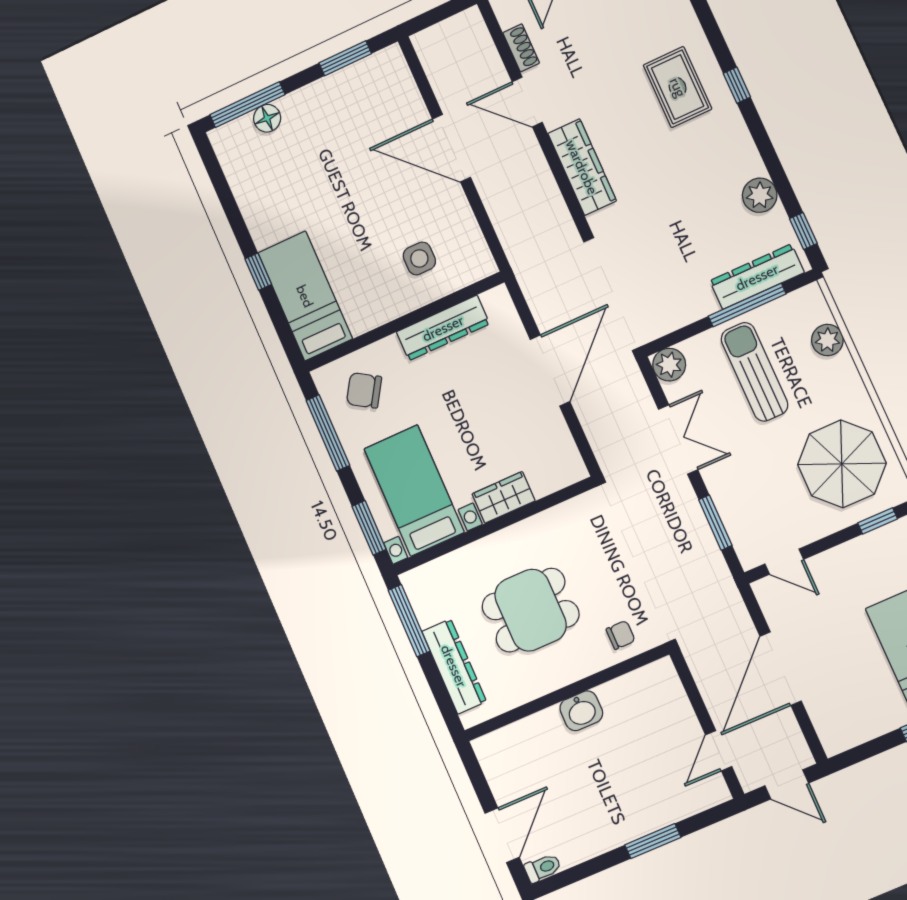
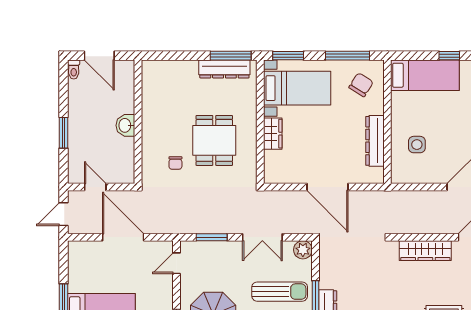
dining table: (531, 610) -> (214, 140), moved
dresser: (454, 666) -> (224, 69), moved
wall: (566, 693) -> (138, 122), moved
washbasin: (581, 711) -> (125, 125), moved

